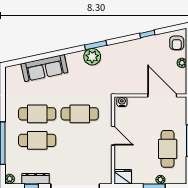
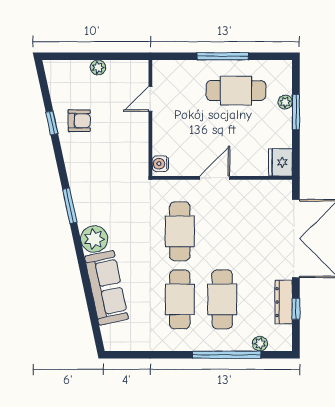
armchair: (177, 43) -> (79, 121), moved
plant: (92, 57) -> (94, 239), moved
door: (162, 95) -> (150, 99), width x0.53
plant: (10, 179) -> (260, 344), moved

